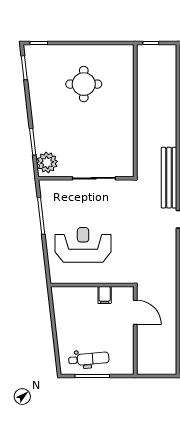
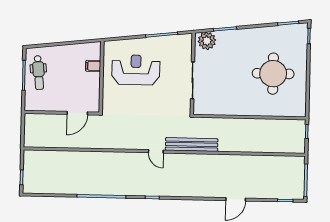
round table: (84, 84) -> (273, 74), width x1.36, depth x1.36
reception desk: (83, 245) -> (136, 70), turned -90
filing cabinet: (105, 295) -> (93, 66), moved

